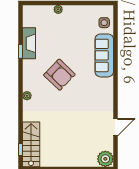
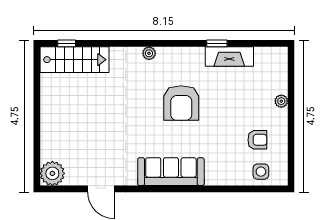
armchair: (83, 25) -> (257, 140), added
sofa: (104, 55) -> (171, 172), moved
armchair: (59, 75) -> (181, 103), turned -44

